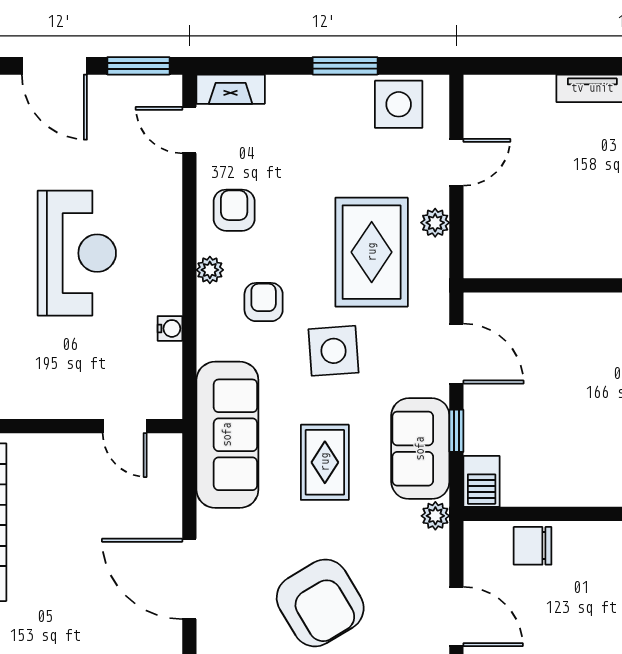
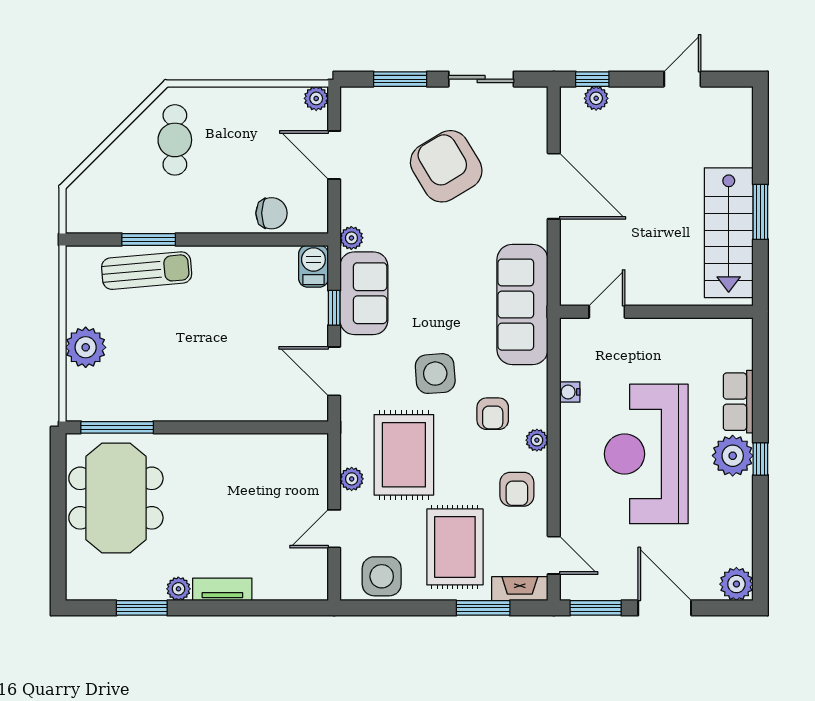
window: (345, 66) -> (483, 608), moved
reception desk: (77, 253) -> (646, 454), width x1.36, depth x1.30
door: (125, 426) -> (607, 312), hinge flipped
rug: (325, 462) -> (455, 547), moved, width x1.36, depth x1.43

